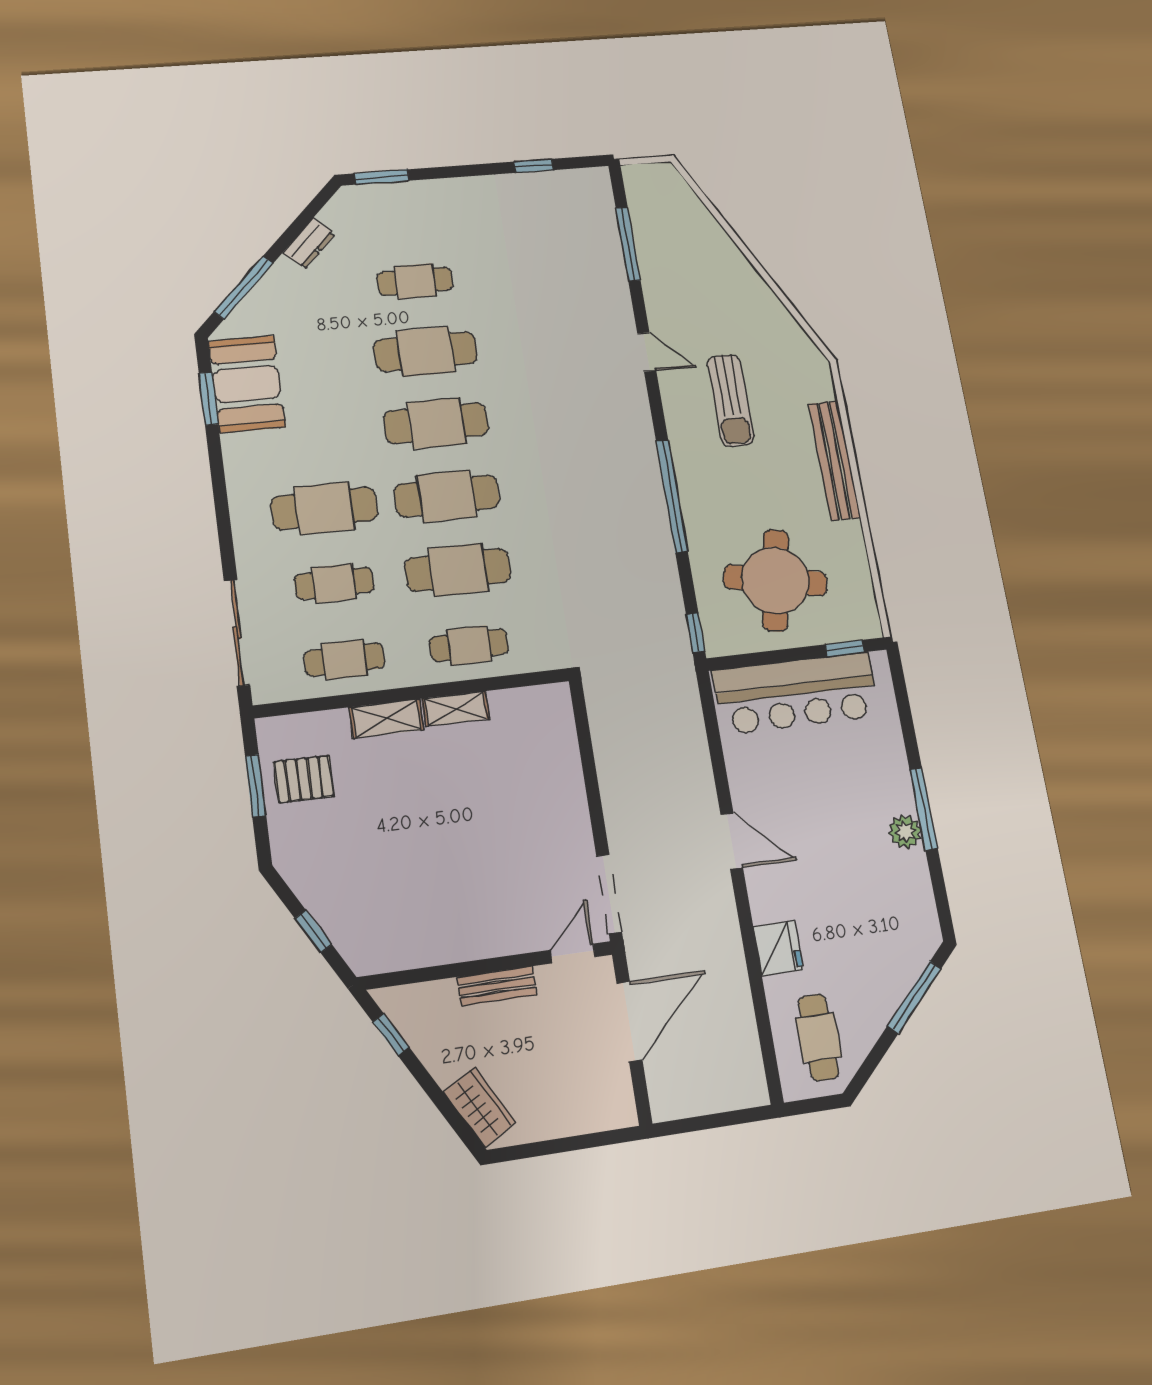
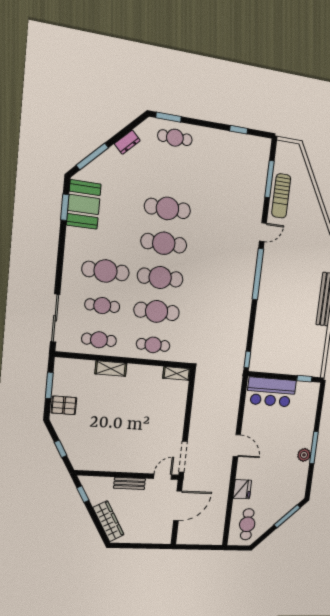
cafe table: (415, 281) -> (175, 138), moved
door: (647, 352) -> (263, 232), hinge flipped
sun lounger: (731, 400) -> (281, 196), moved
window: (672, 496) -> (258, 274), moved
round table: (775, 580) -> (286, 345), removed
bar counter: (796, 693) -> (271, 392), width x0.73
shelving: (456, 709) -> (177, 373), moved
pallet: (304, 779) -> (64, 405), moved
wardrobe: (480, 1107) -> (108, 521), width x1.50

